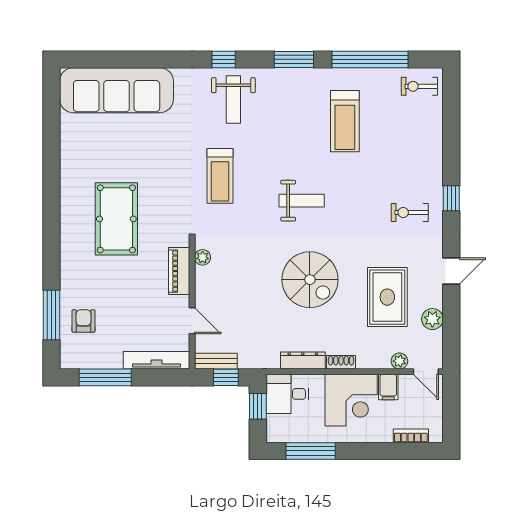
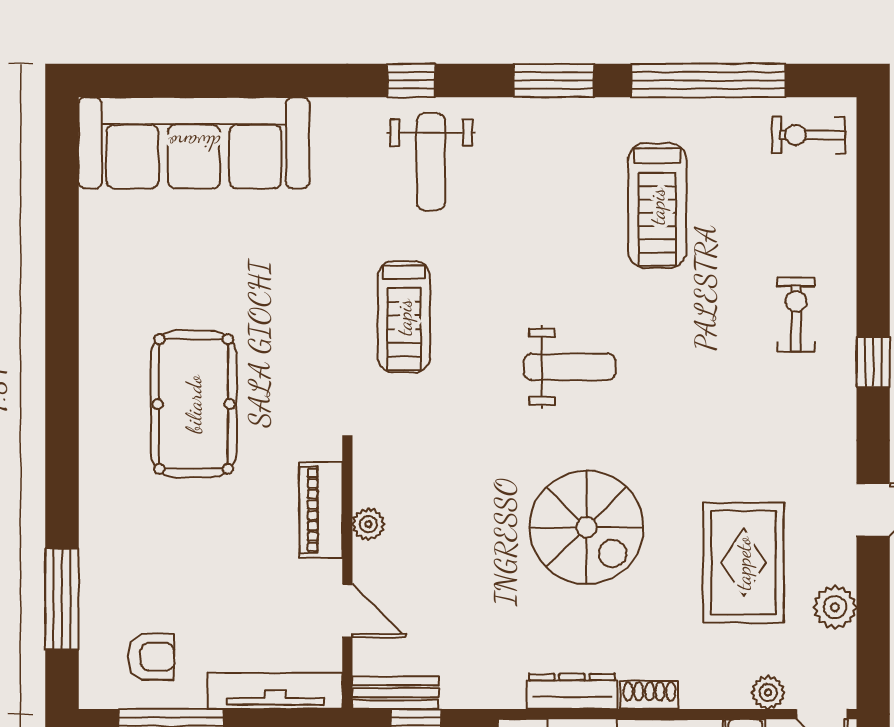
exercise bike: (410, 213) -> (796, 315), moved, turned 90
plant: (203, 257) -> (368, 524), moved
armchair: (84, 321) -> (151, 657), moved, turned 90

